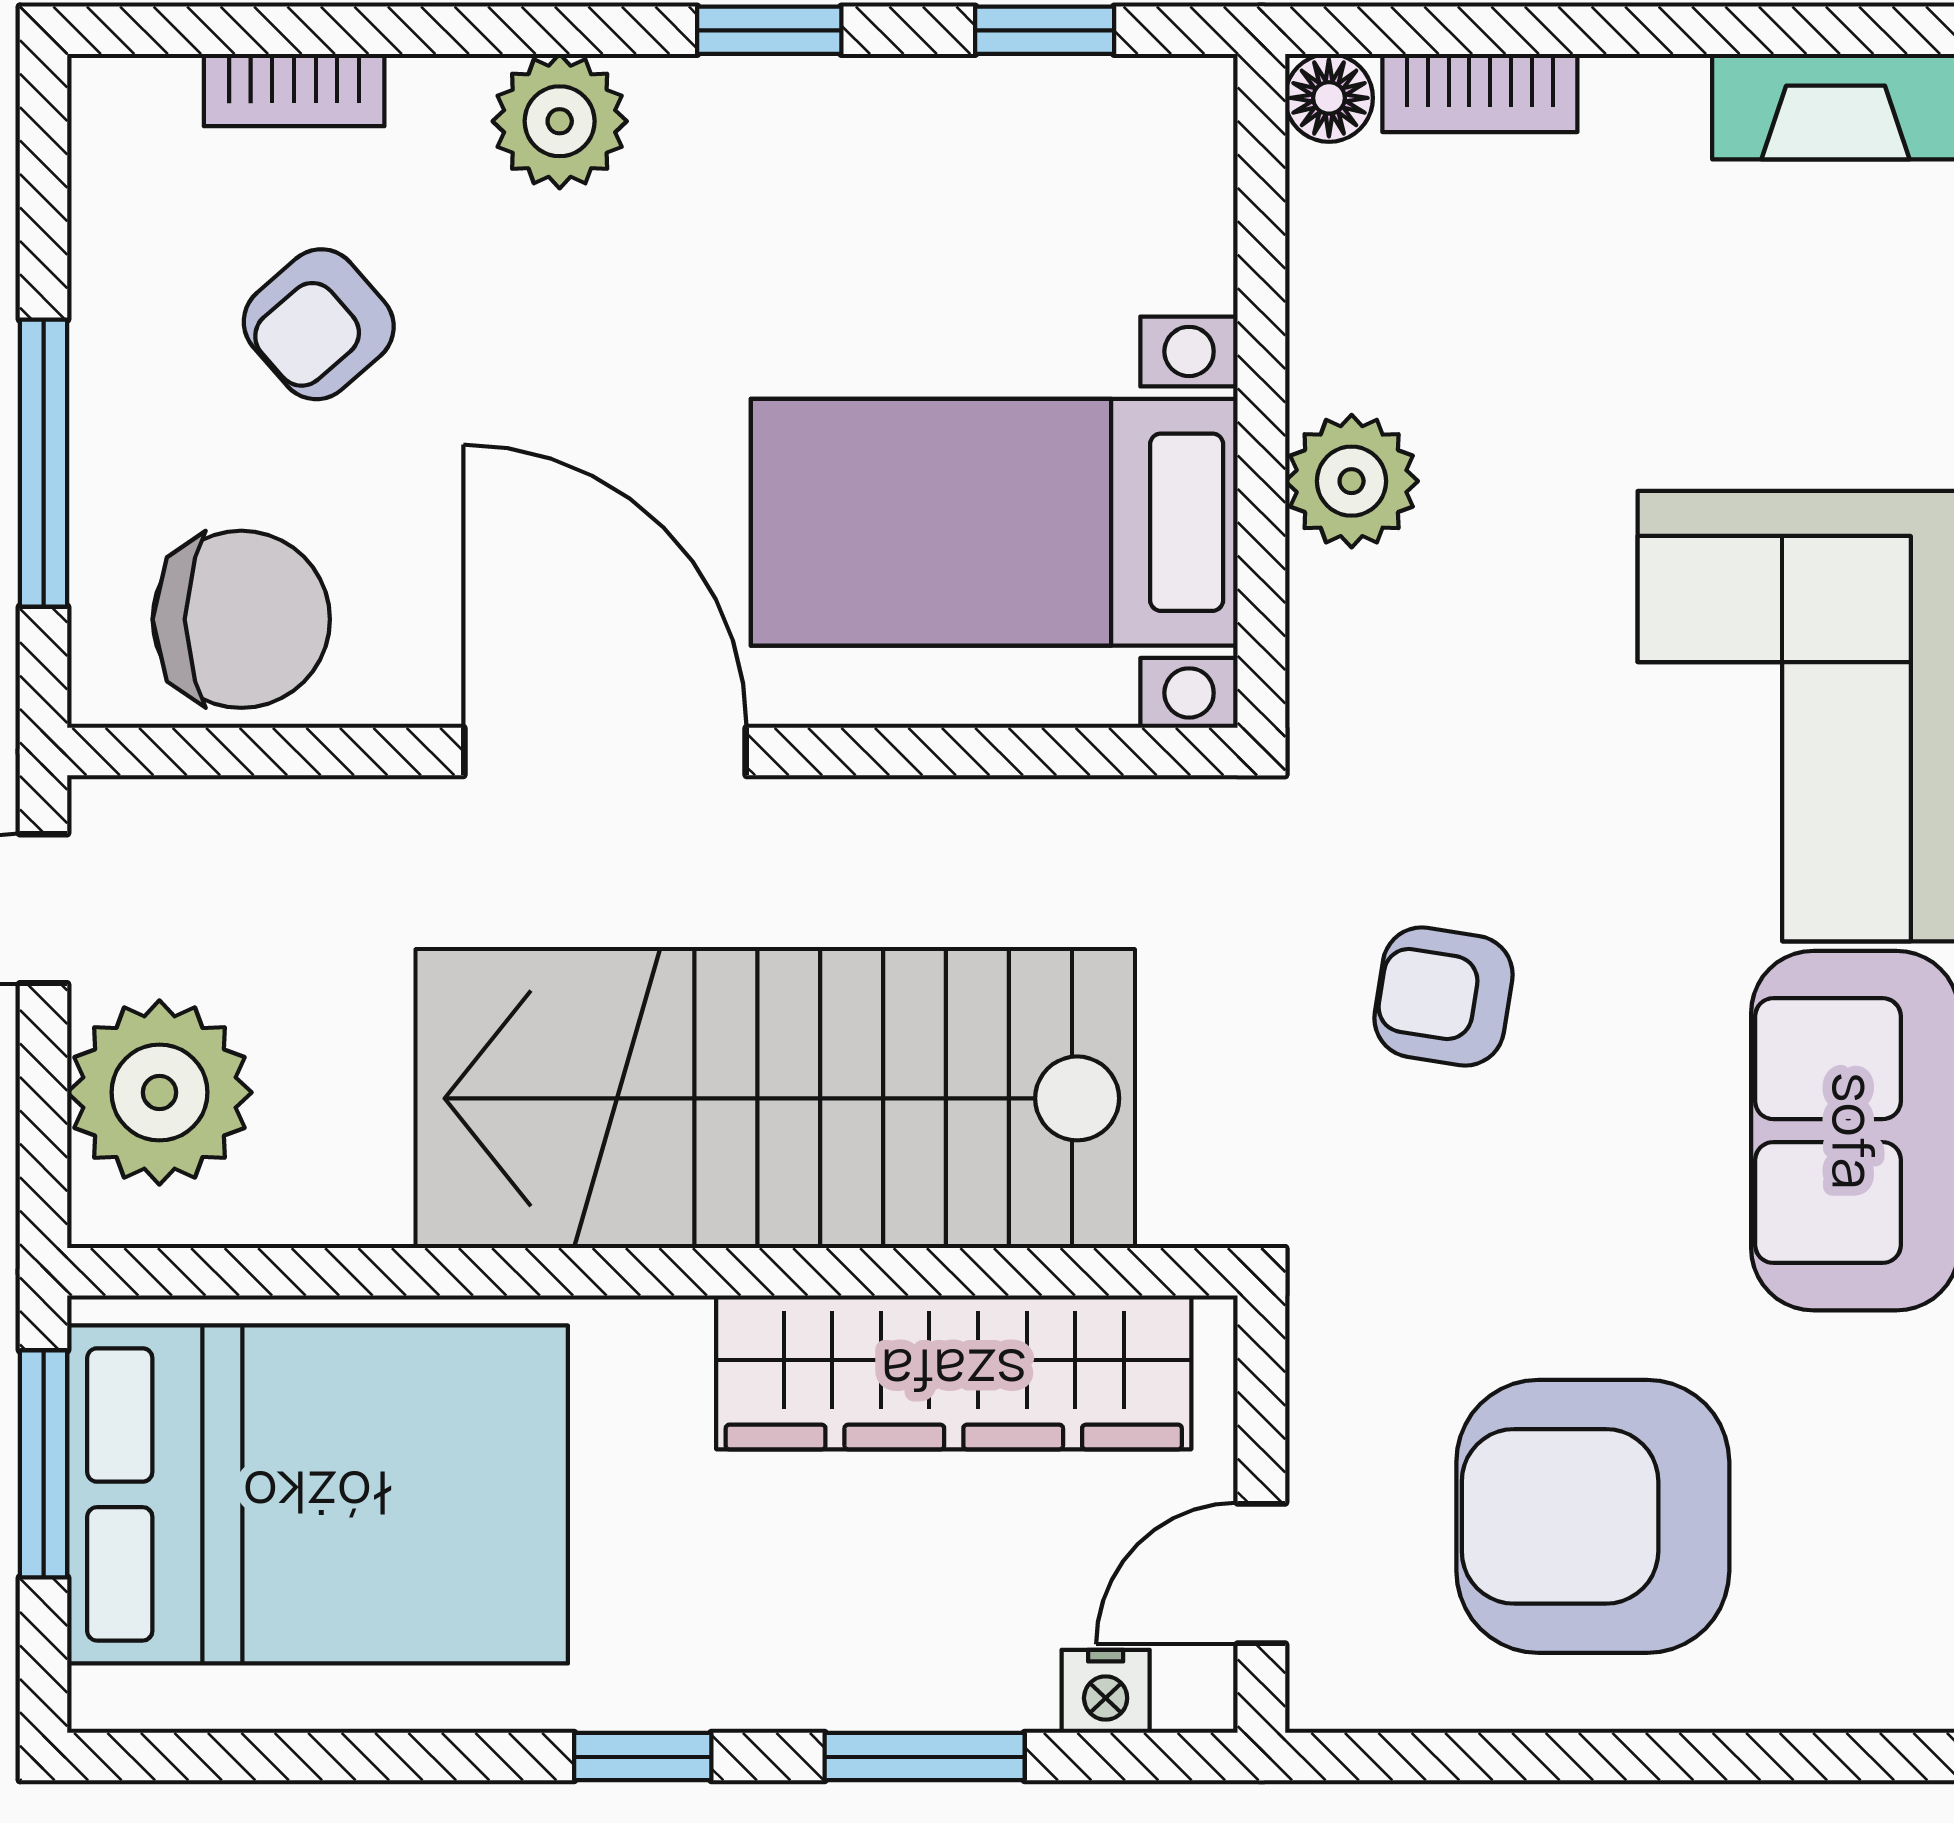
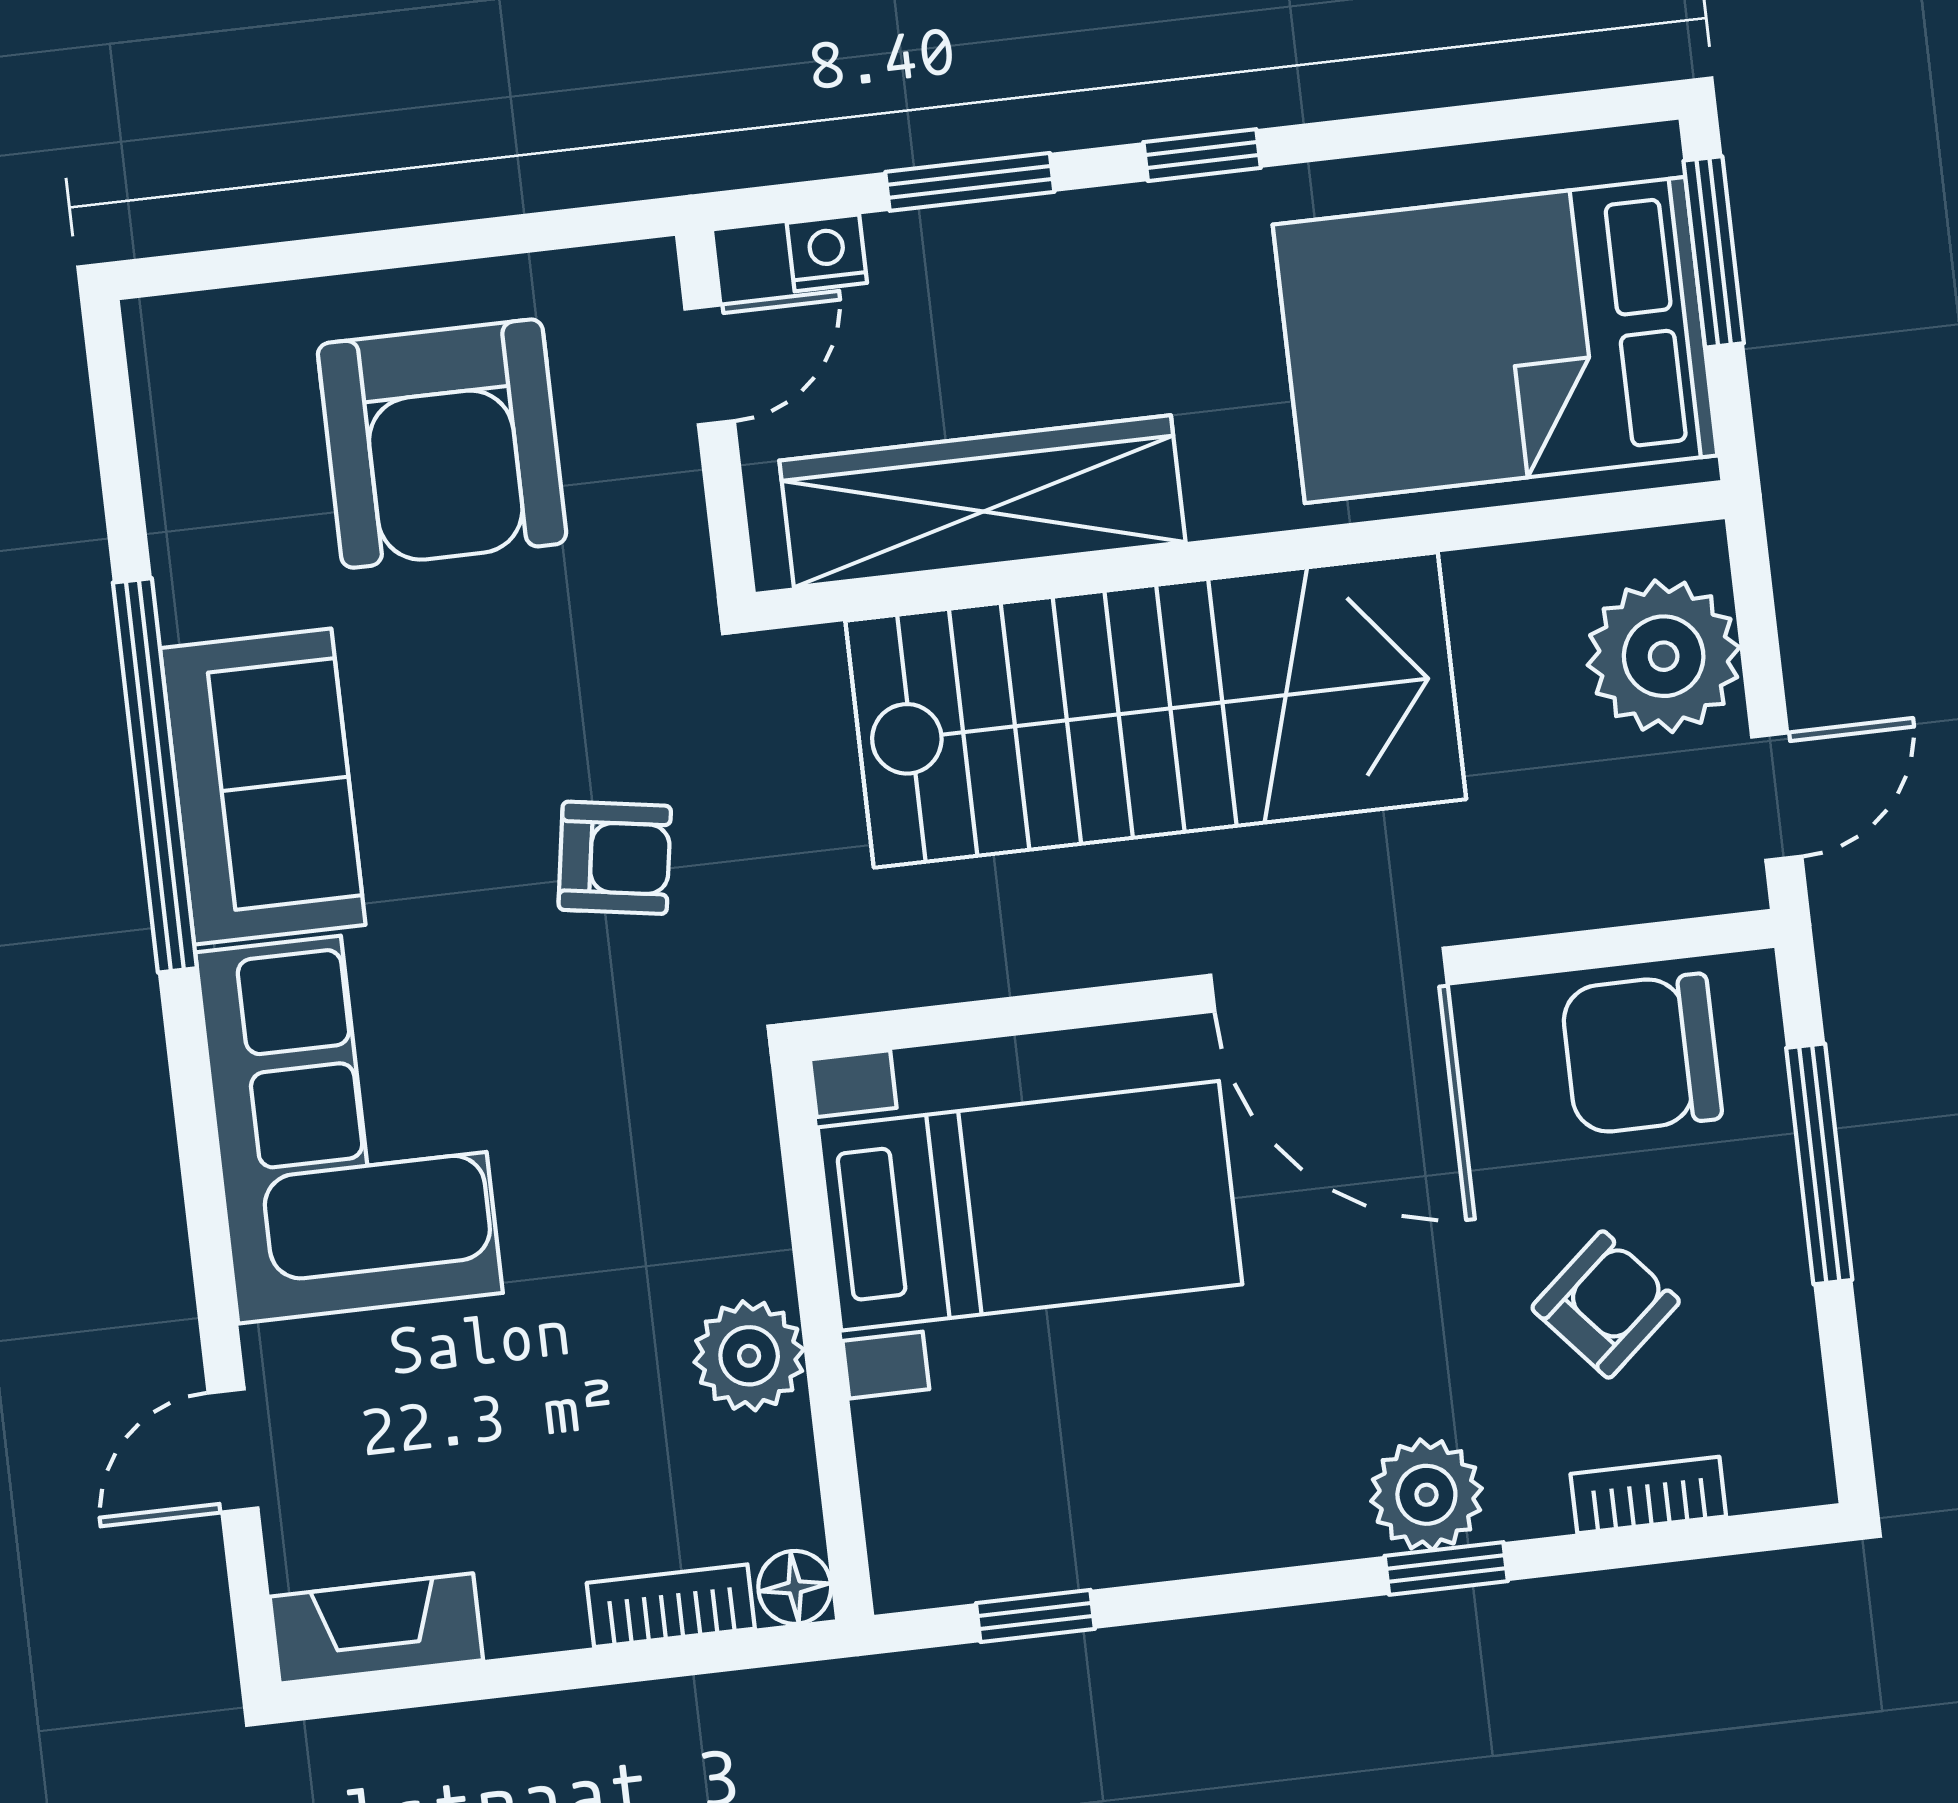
window: (769, 30) -> (1446, 1568), moved
plant: (1352, 481) -> (749, 1356), moved
window: (44, 1464) -> (1714, 252), moved
armchair: (1593, 1516) -> (442, 444), turned 90

